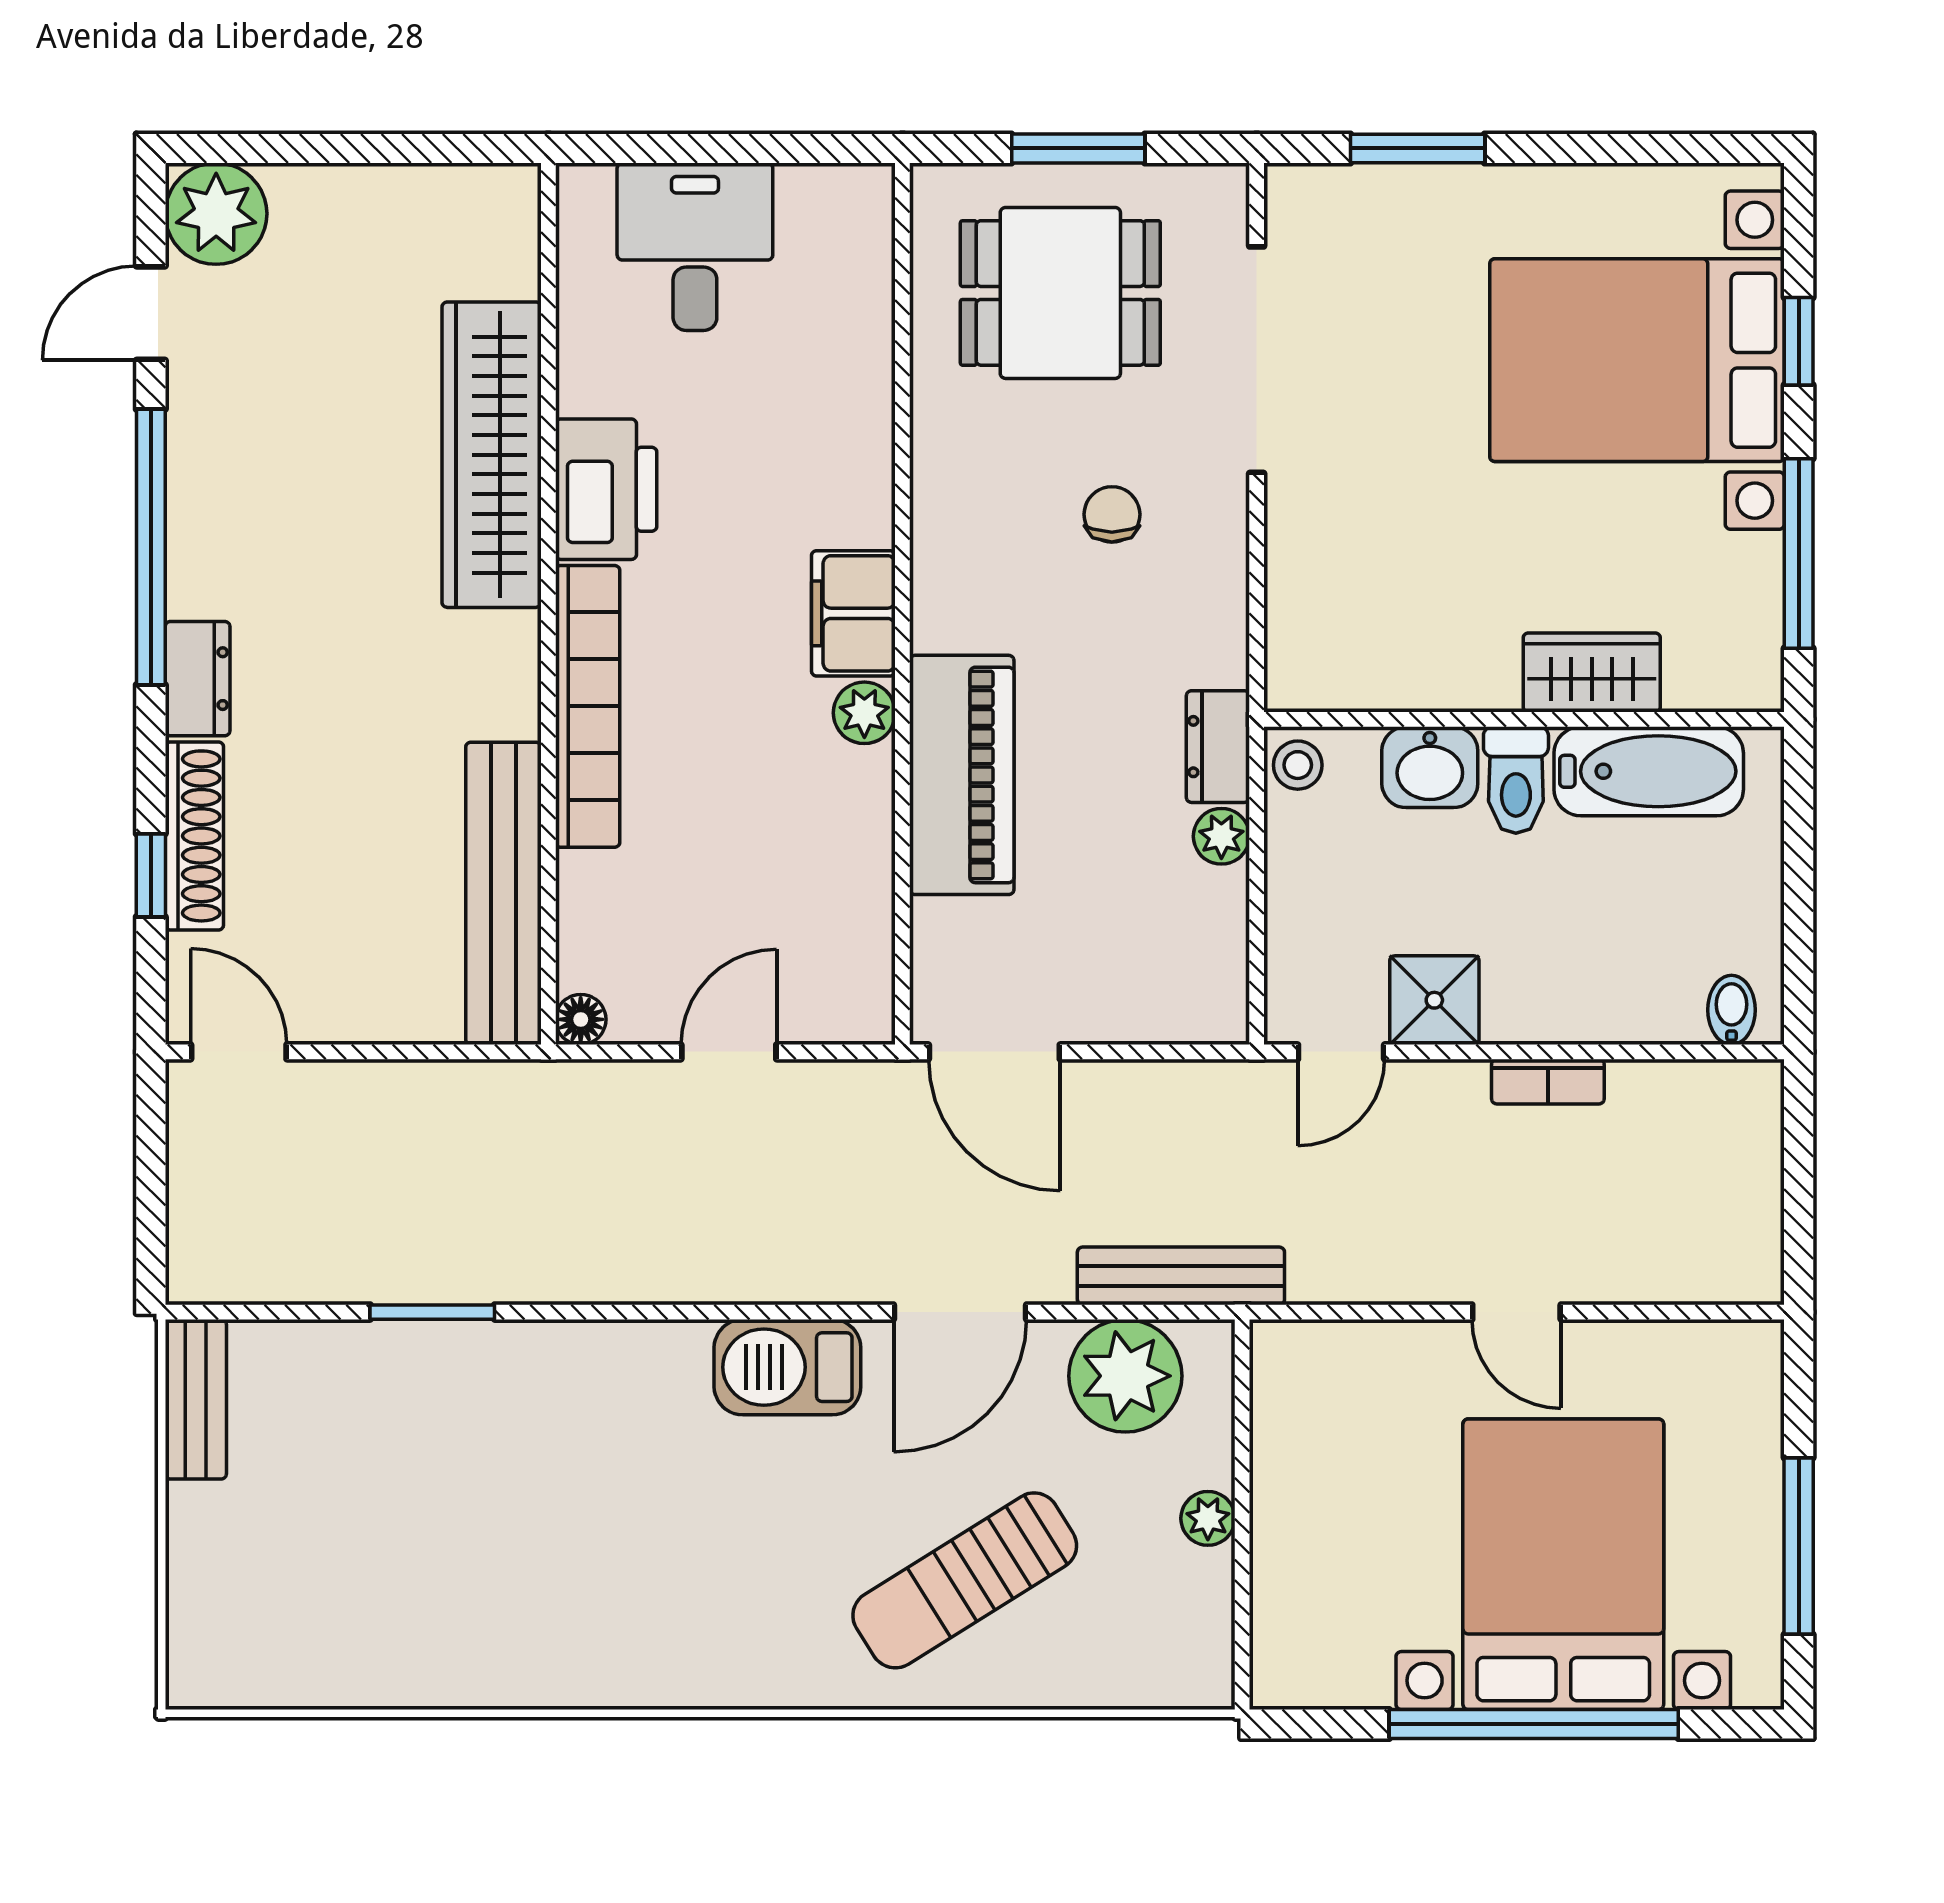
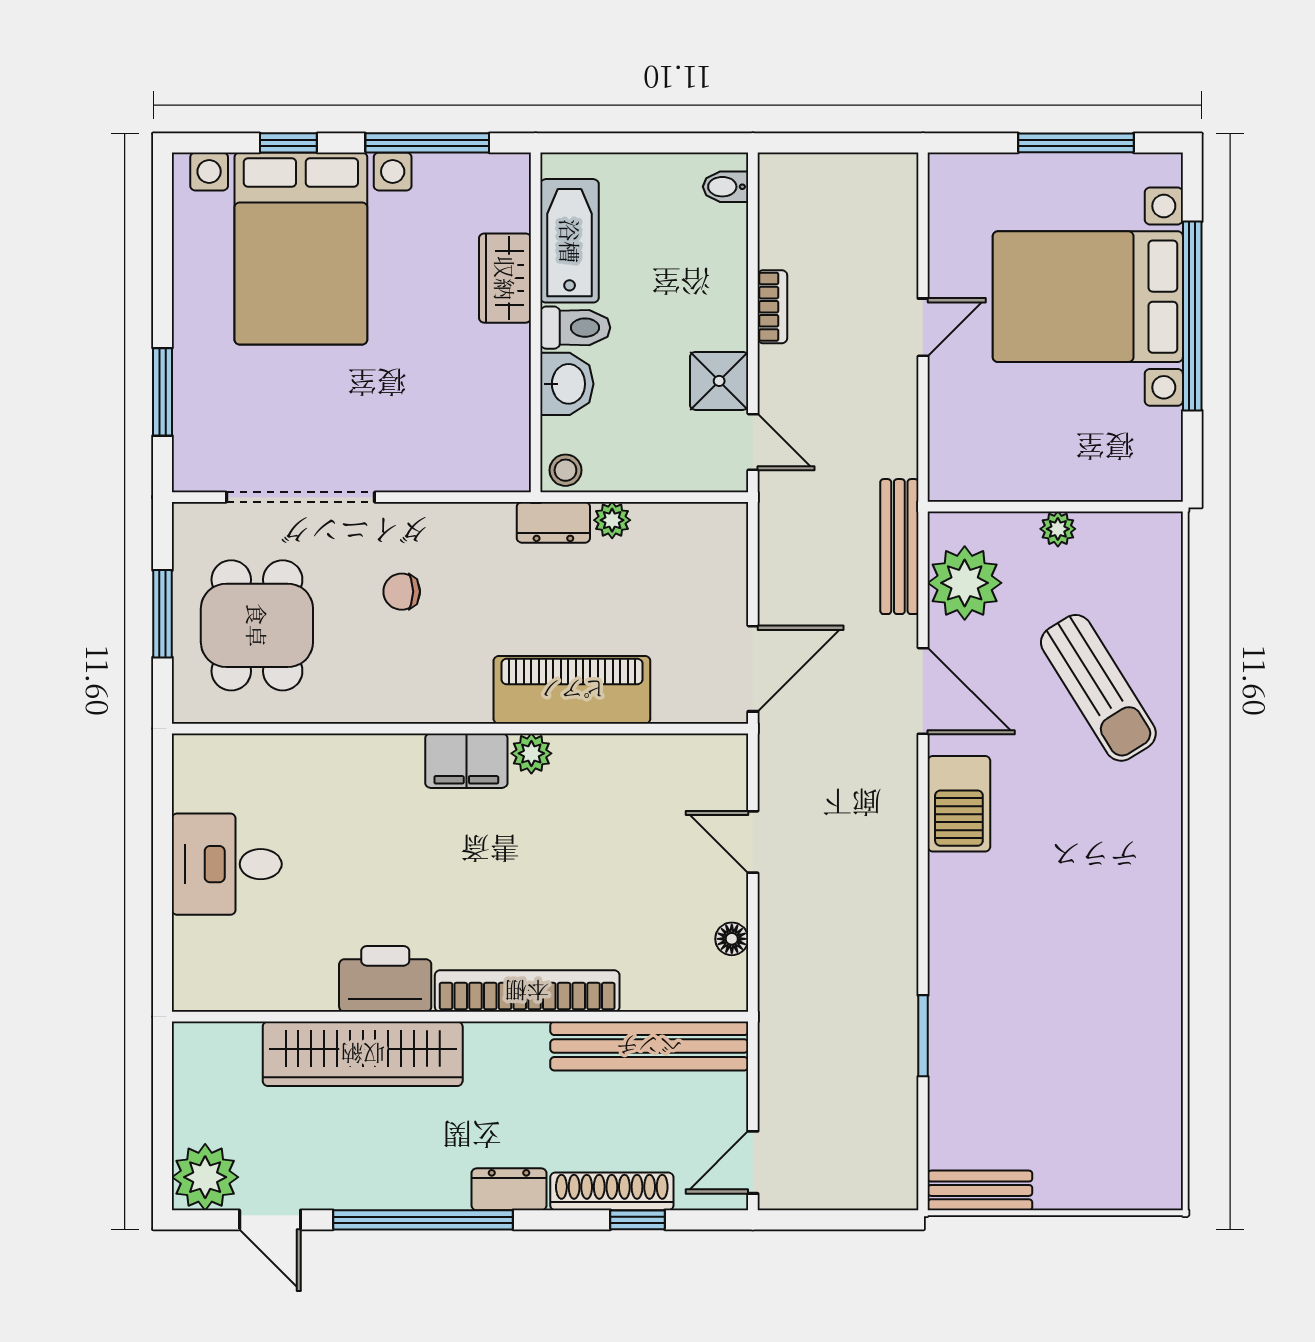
wardrobe: (492, 455) -> (363, 1054), moved
printer: (606, 489) -> (385, 979), moved
wall: (548, 604) -> (460, 1017), moved
bookcase: (588, 706) -> (527, 991), moved
bench: (503, 893) -> (649, 1046), moved

